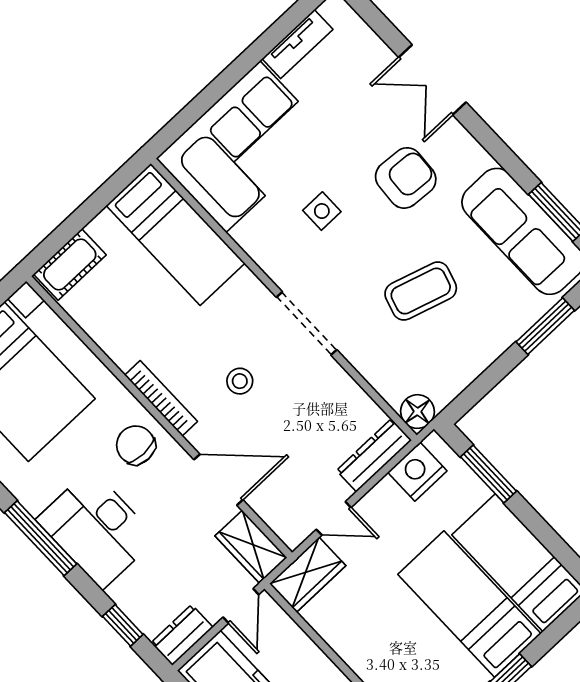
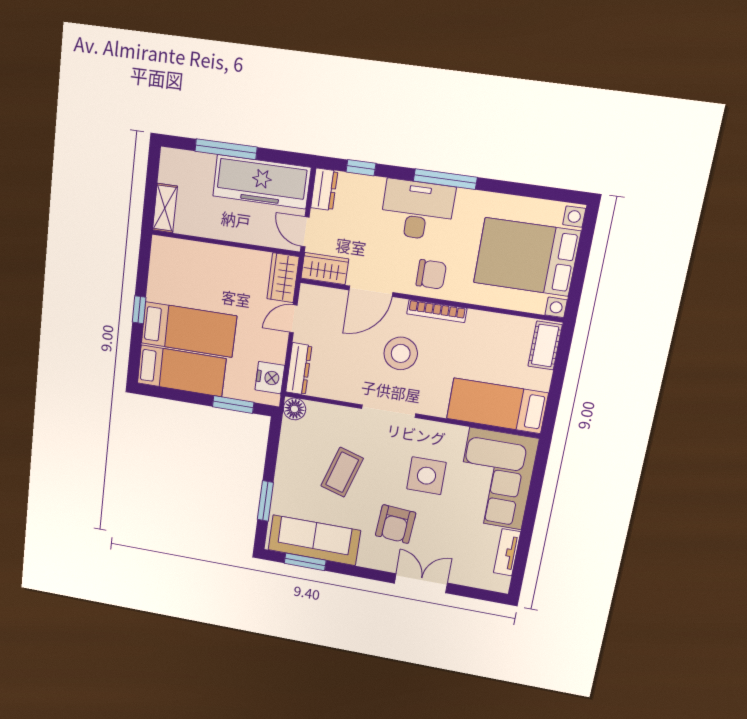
side table: (322, 211) -> (426, 476), width x1.87, depth x1.87
stool: (240, 381) -> (401, 353), width x1.89, depth x1.89

